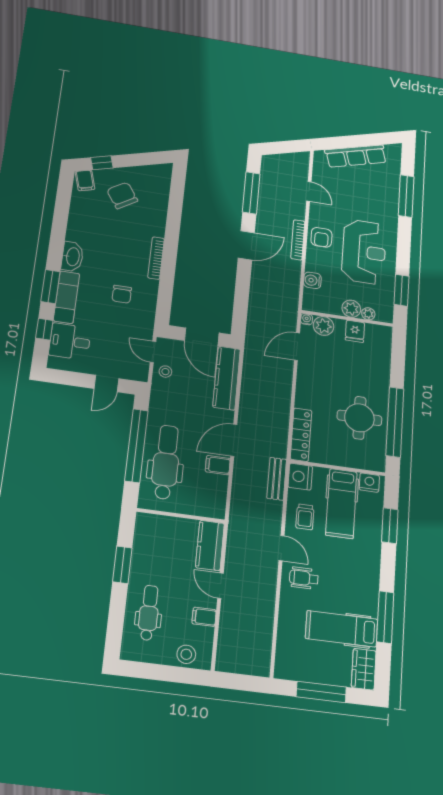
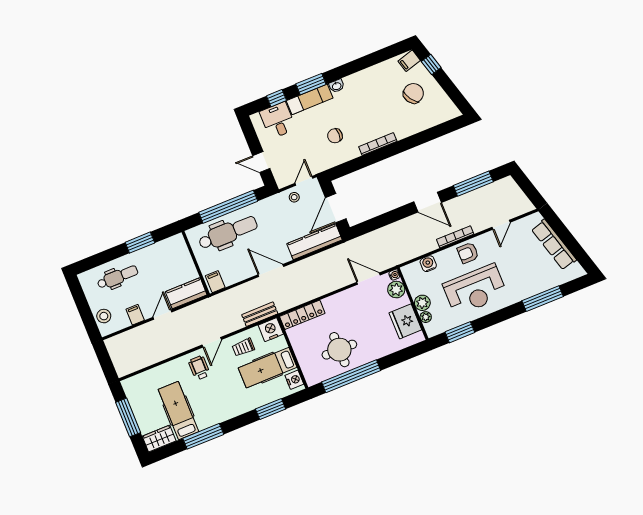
washbasin: (72, 257) -> (337, 86), width x0.52, depth x0.69
fridge: (355, 331) -> (405, 321), width x1.88, depth x1.34
filing cabinet: (218, 465) -> (215, 282), moved

